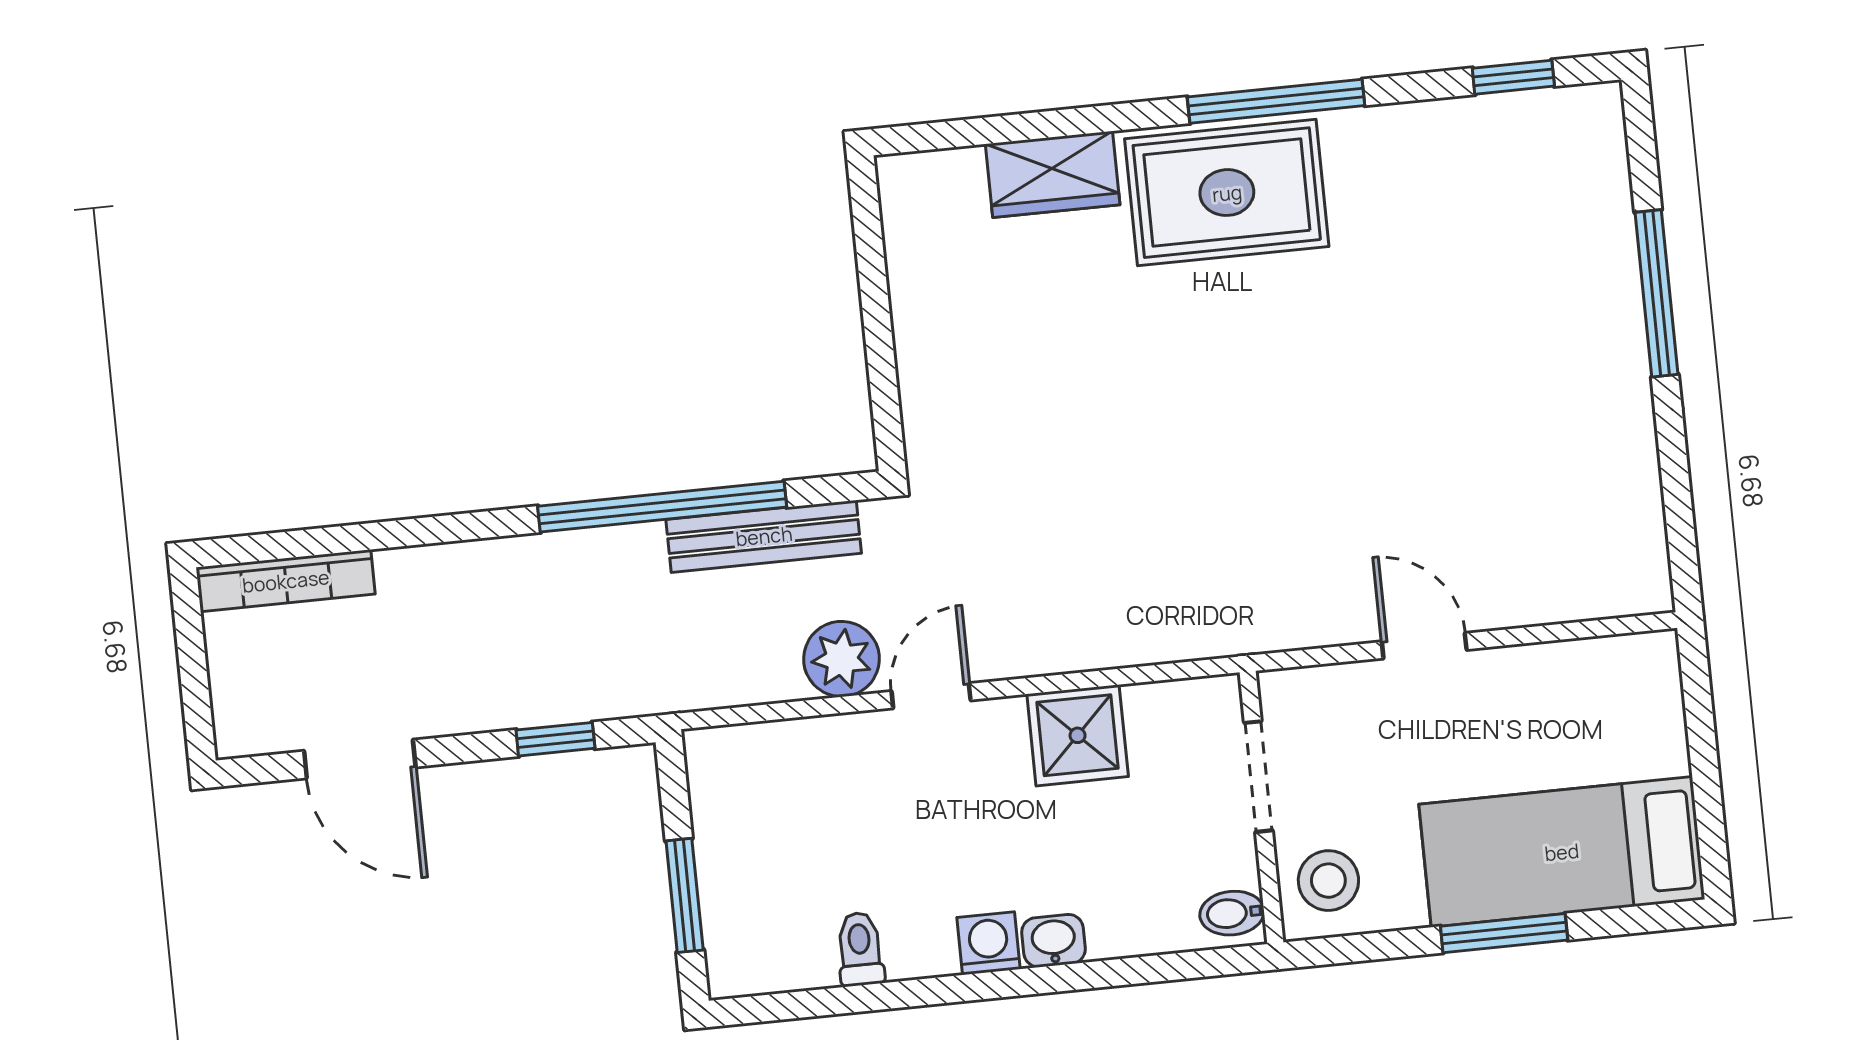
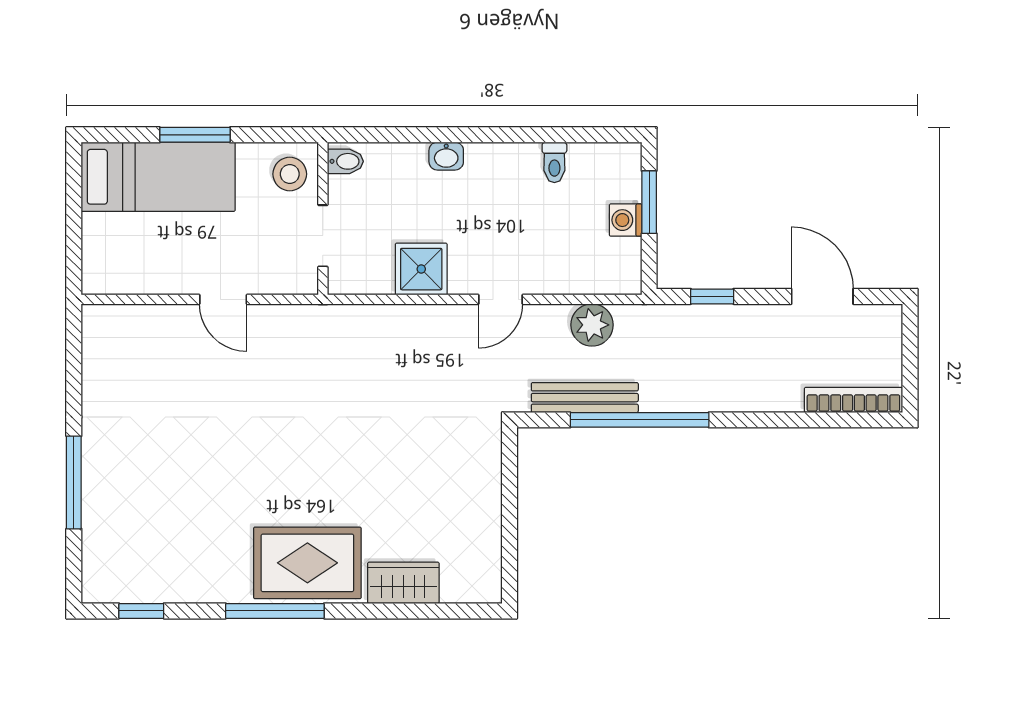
plant: (842, 659) -> (592, 325), moved
washing machine: (989, 943) -> (626, 220), moved, turned 90

